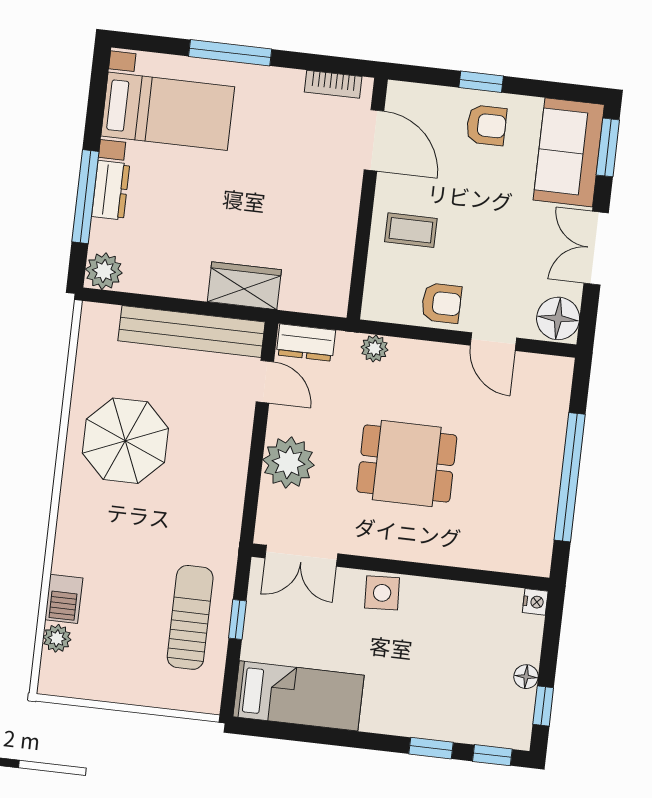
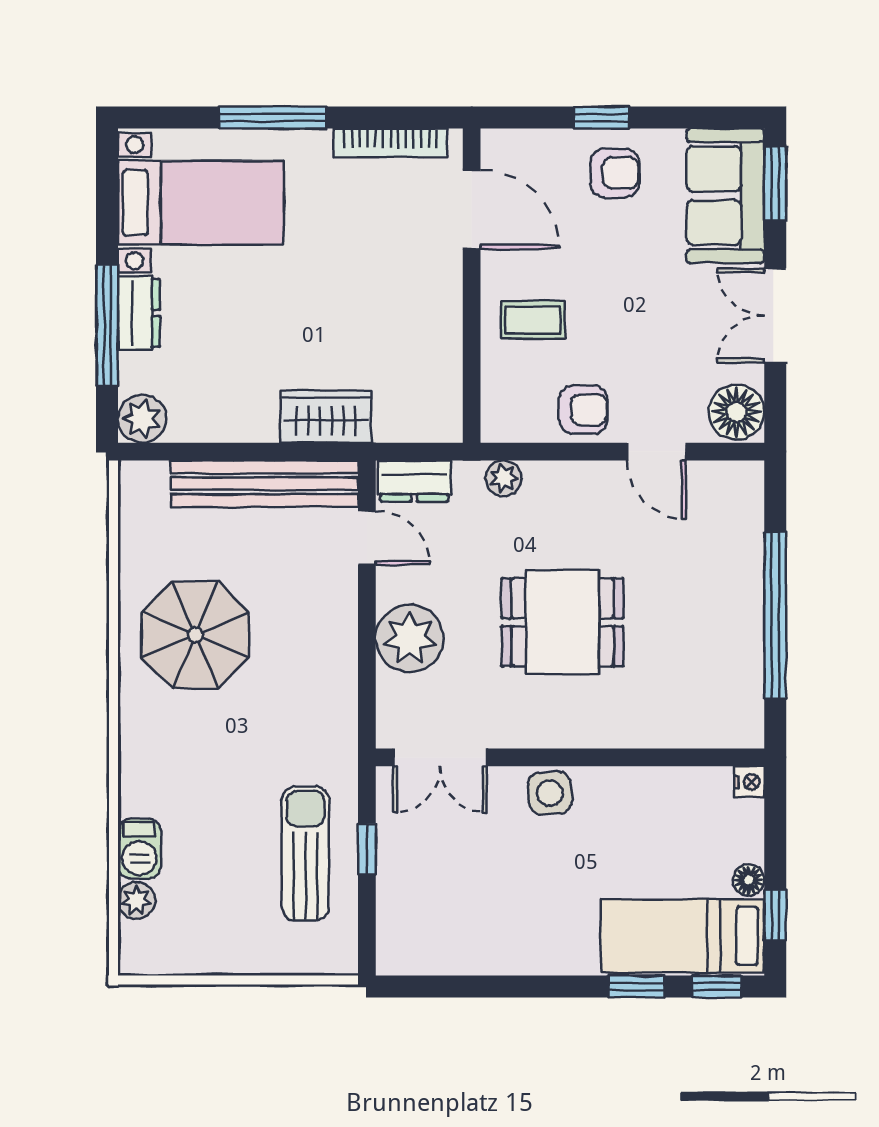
bookcase: (333, 84) -> (390, 143), width x1.56
bed: (299, 696) -> (683, 936), moved, turned 180

